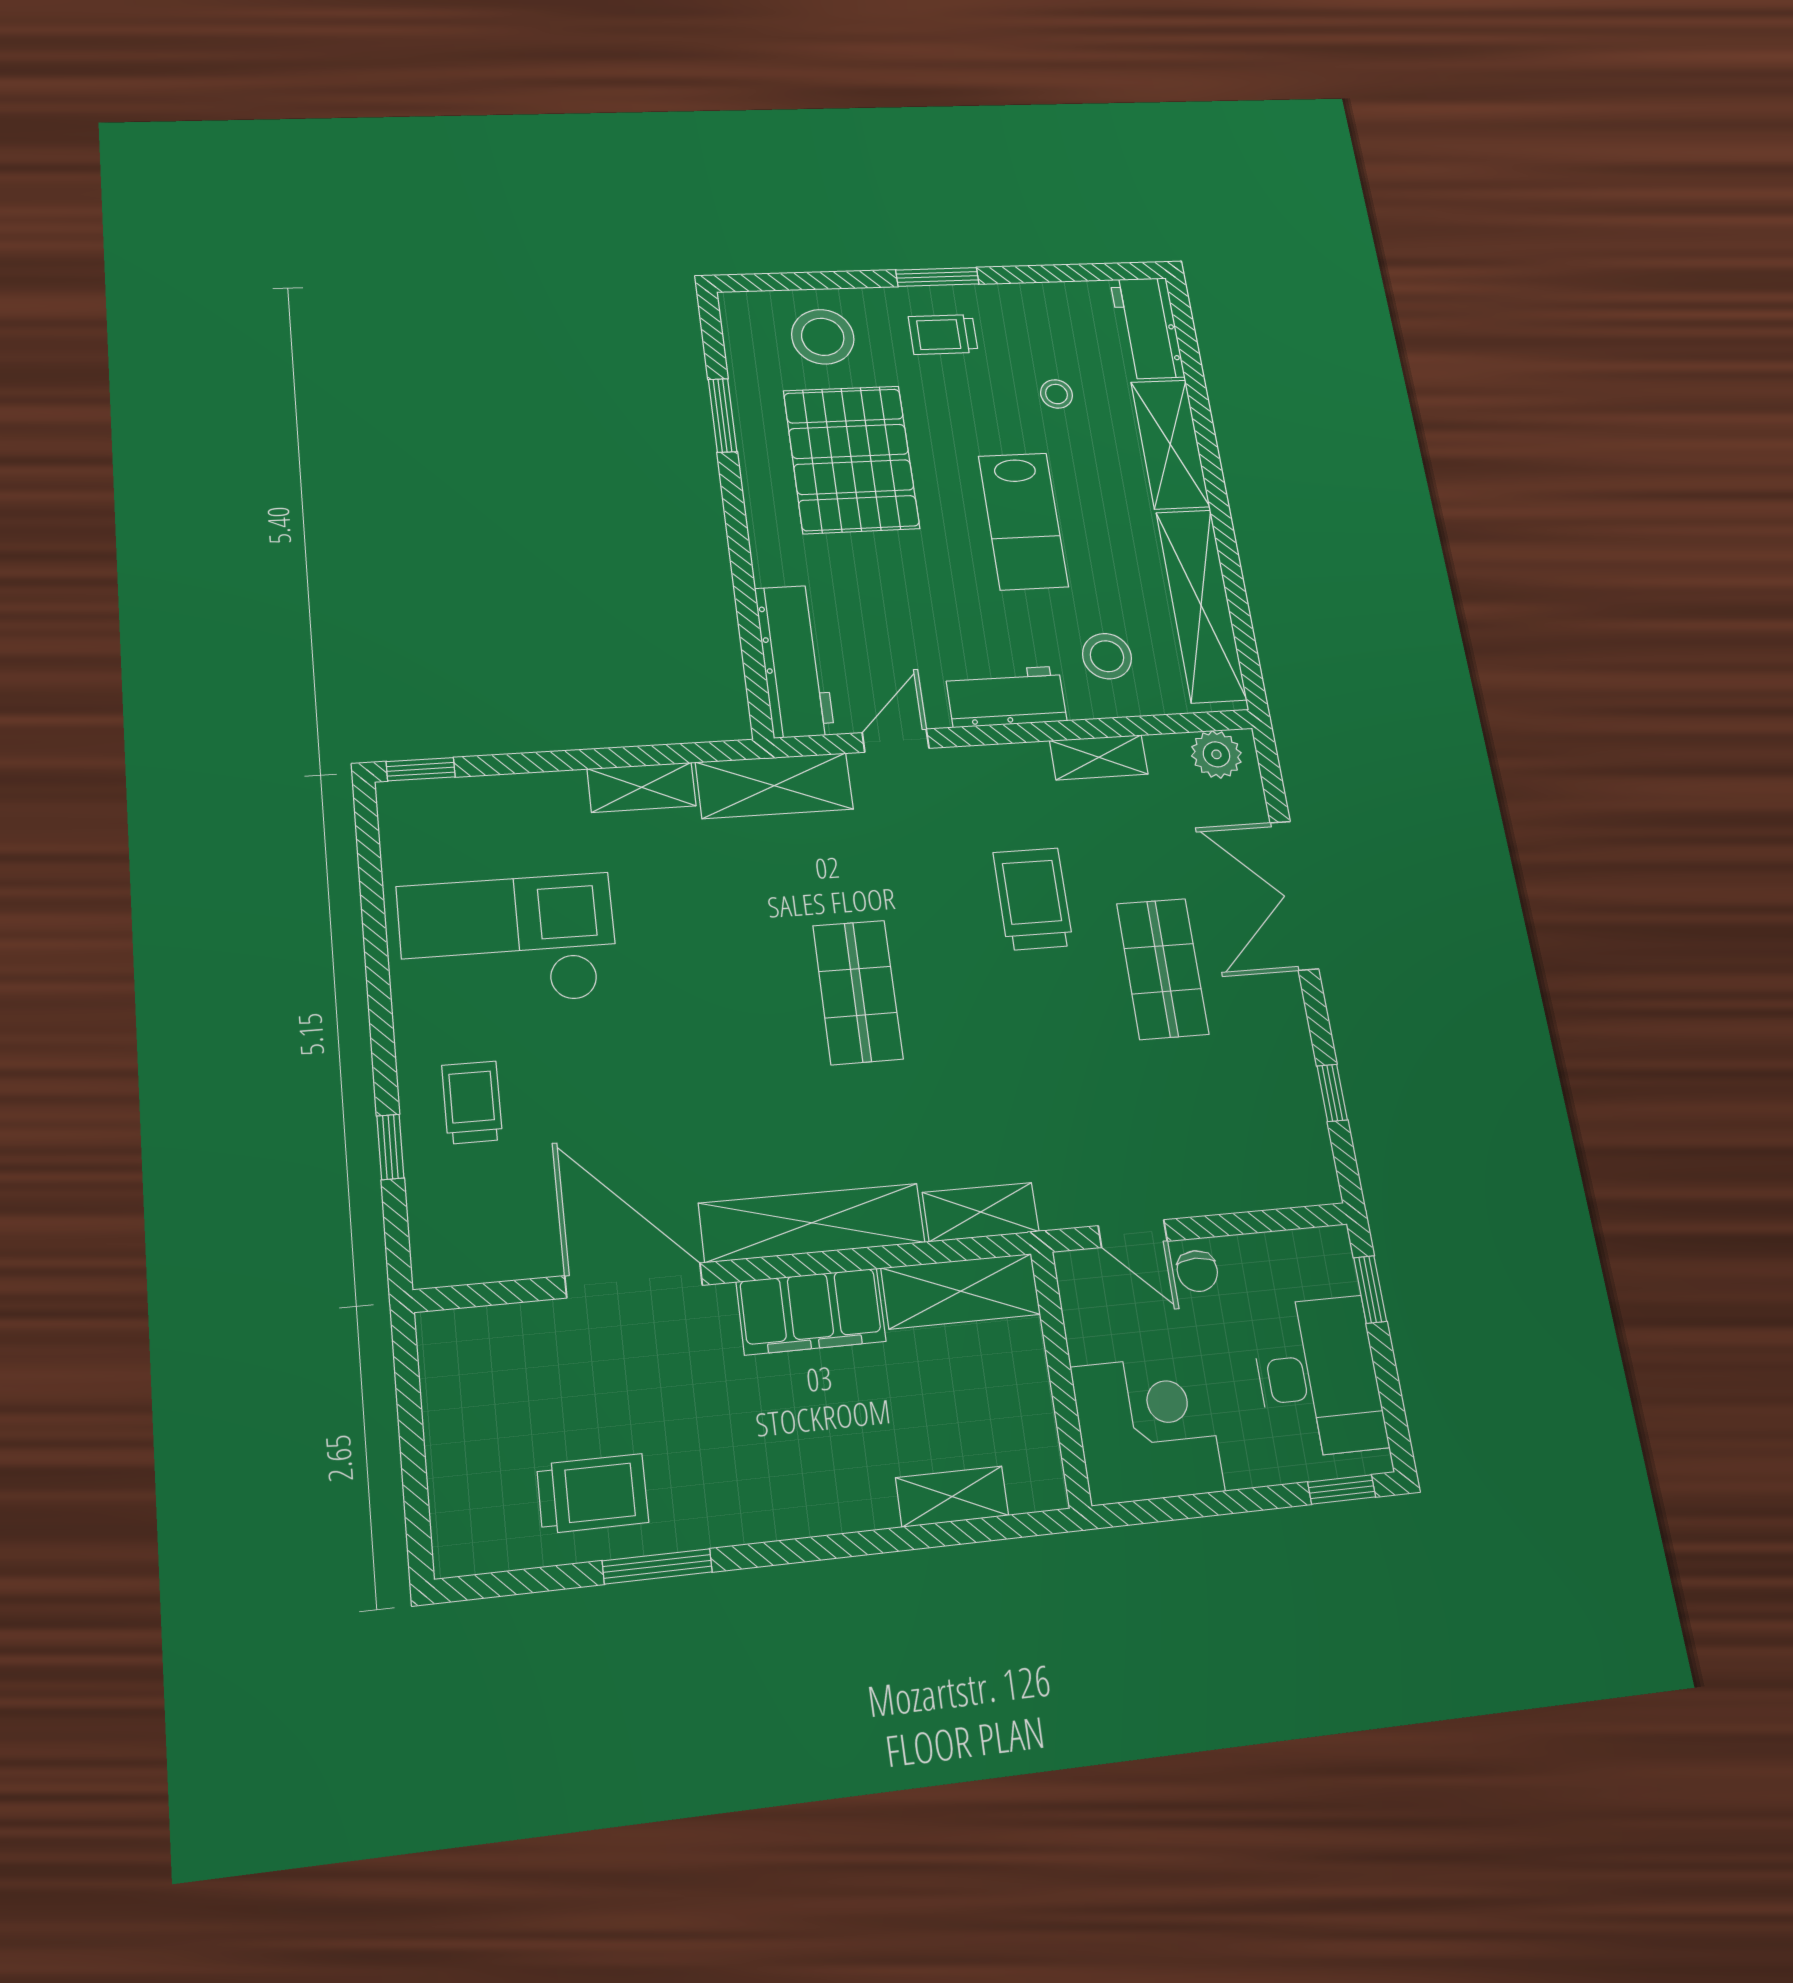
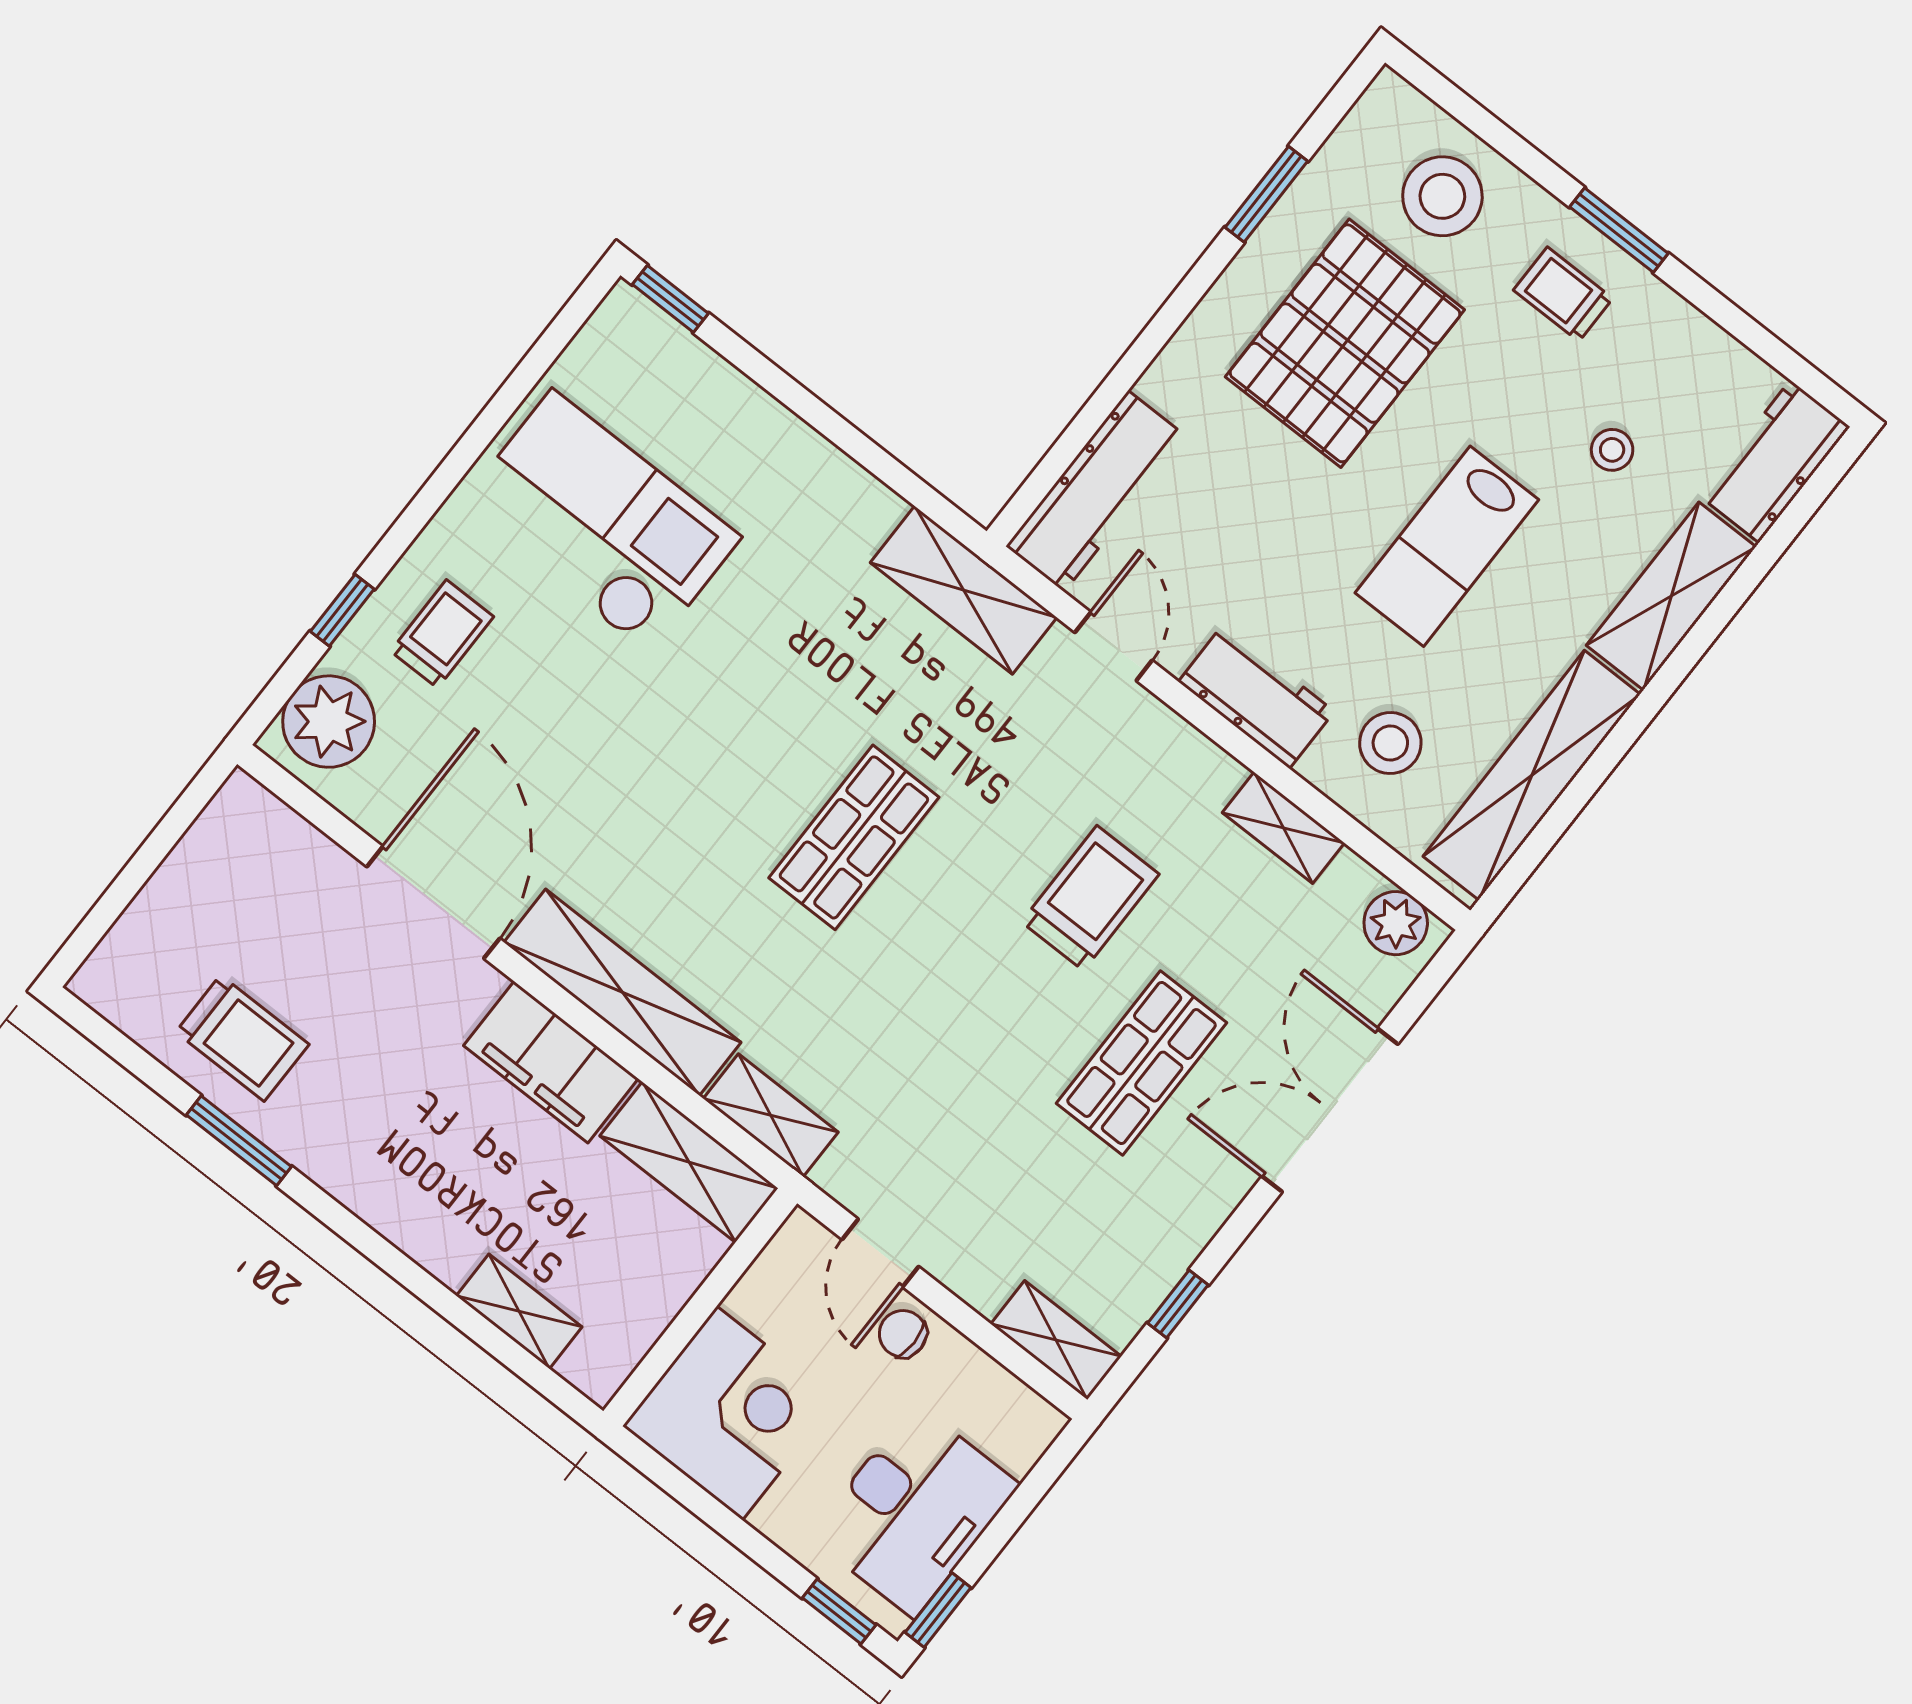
door: (896, 741) -> (1114, 646), hinge flipped
shelving: (642, 787) -> (1056, 1340), moved
plant: (450, 1227) -> (329, 722), added
chair: (1197, 1271) -> (903, 1334), turned 90
window: (1370, 1289) -> (938, 1610), moved

